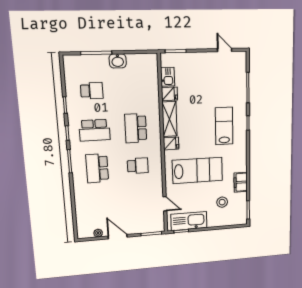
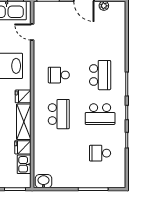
washbasin: (118, 61) -> (43, 181), moved
school desk: (95, 130) -> (100, 114), turned 180

